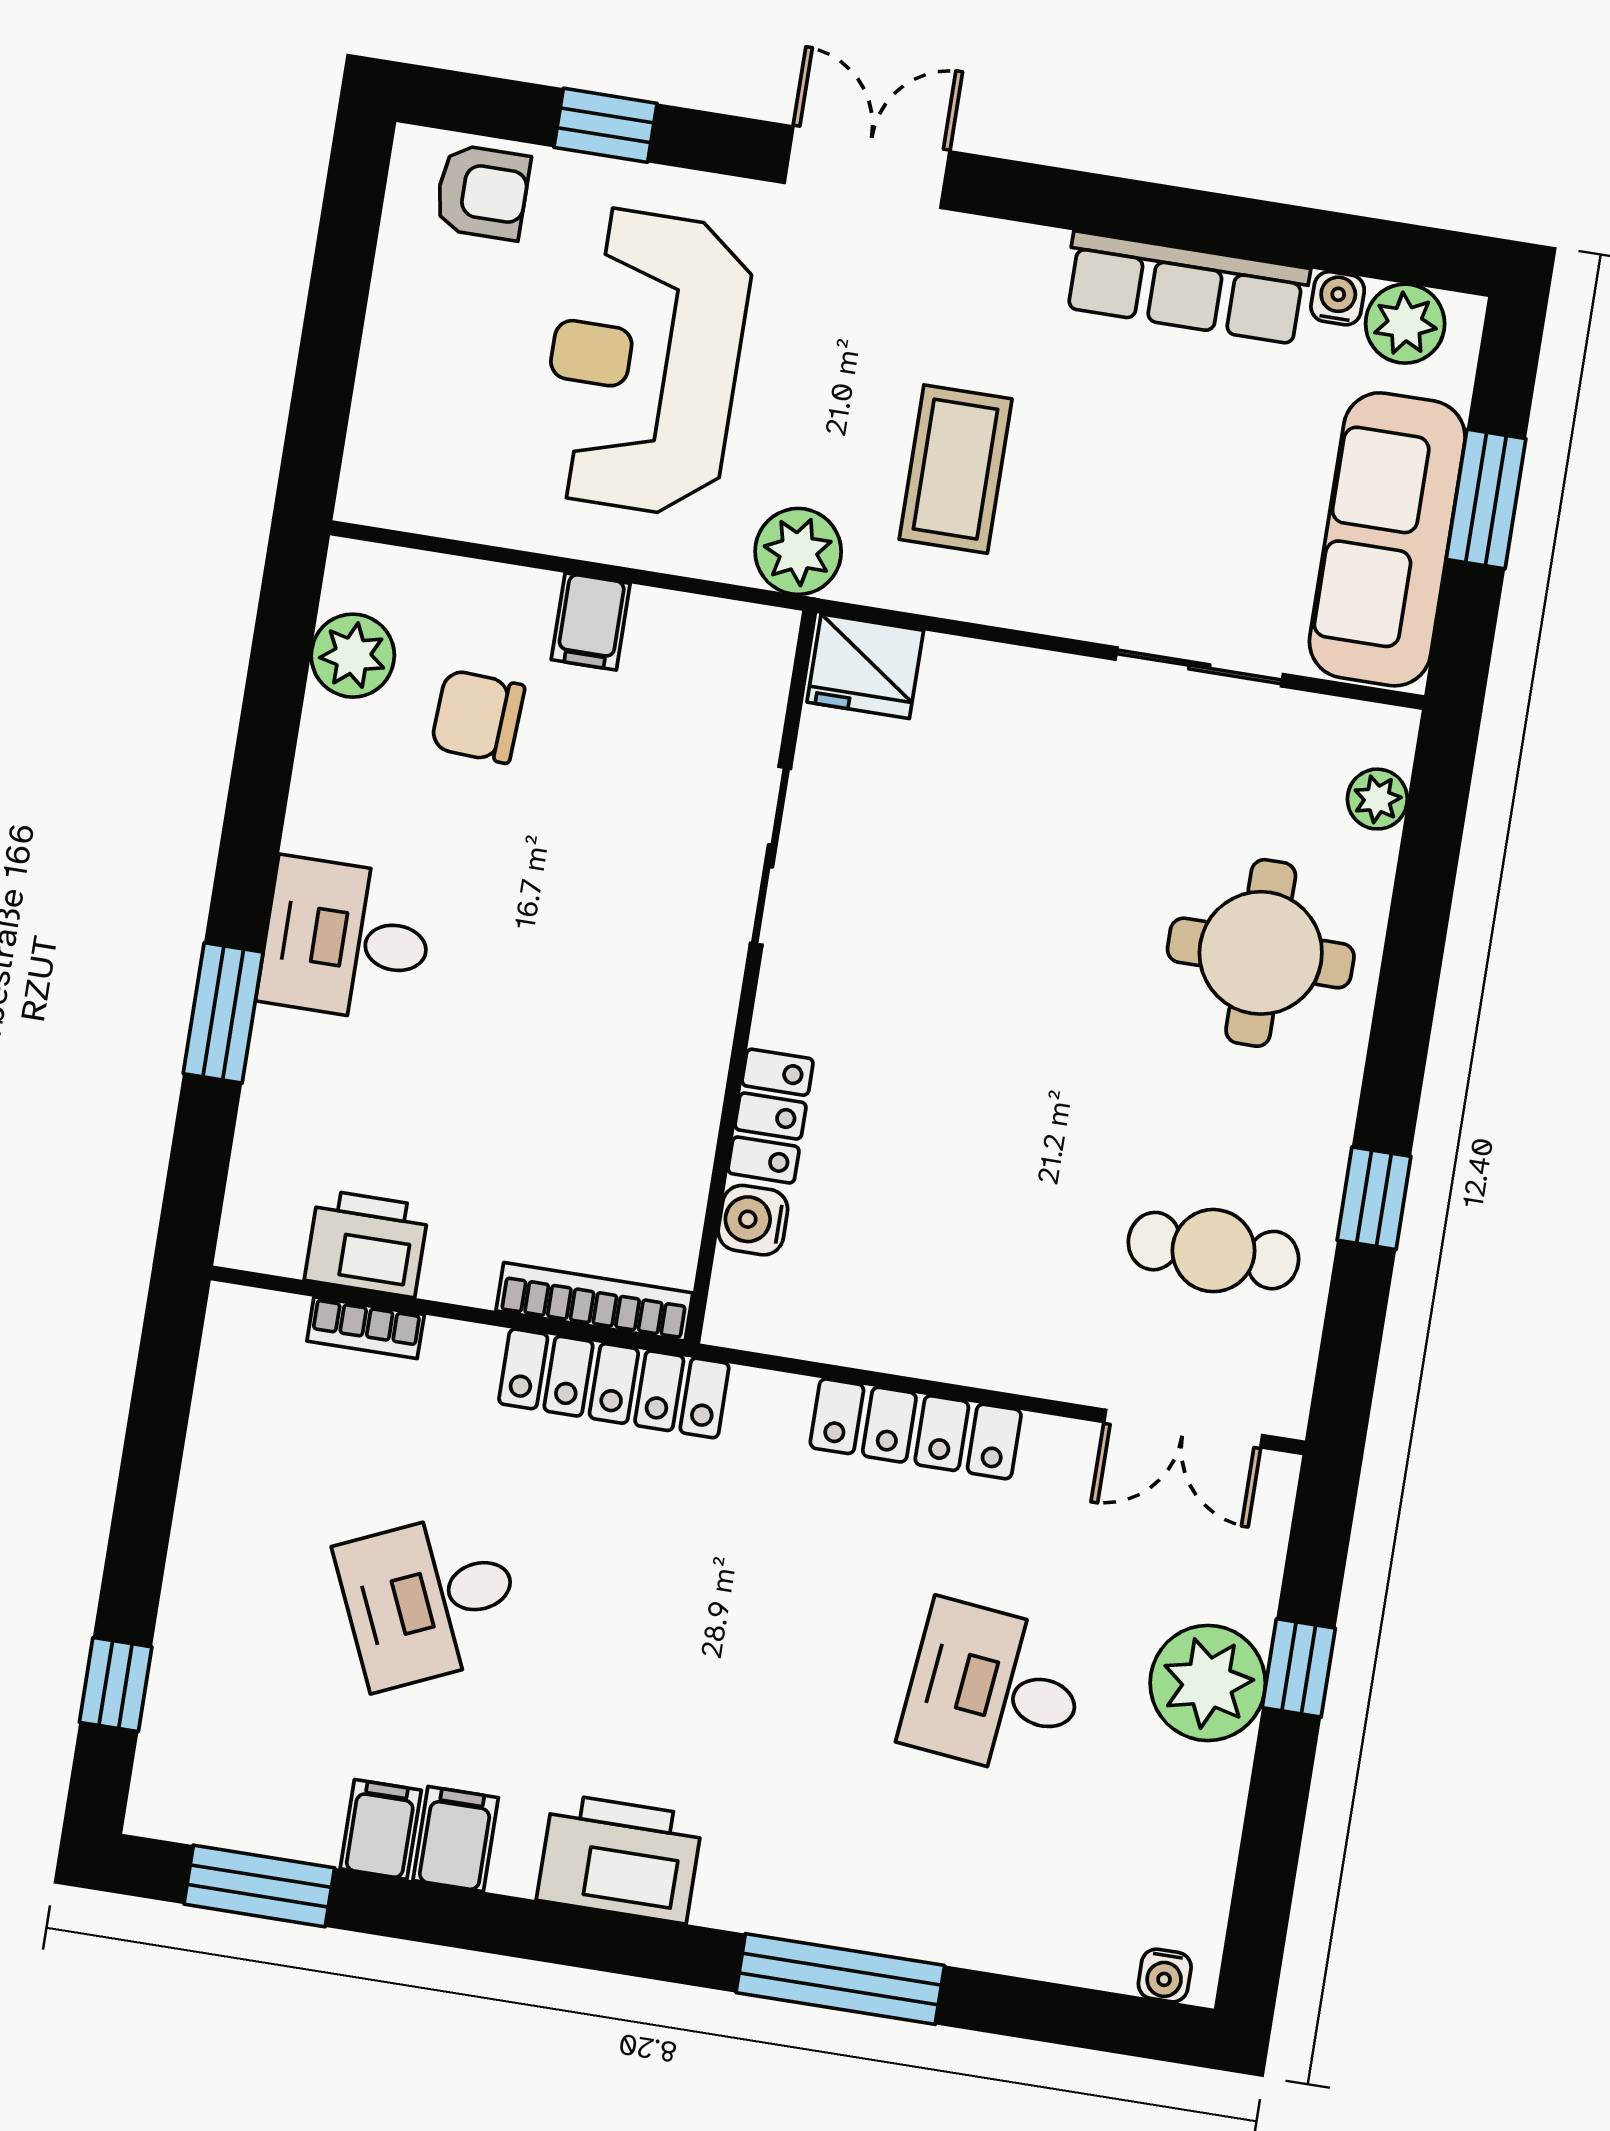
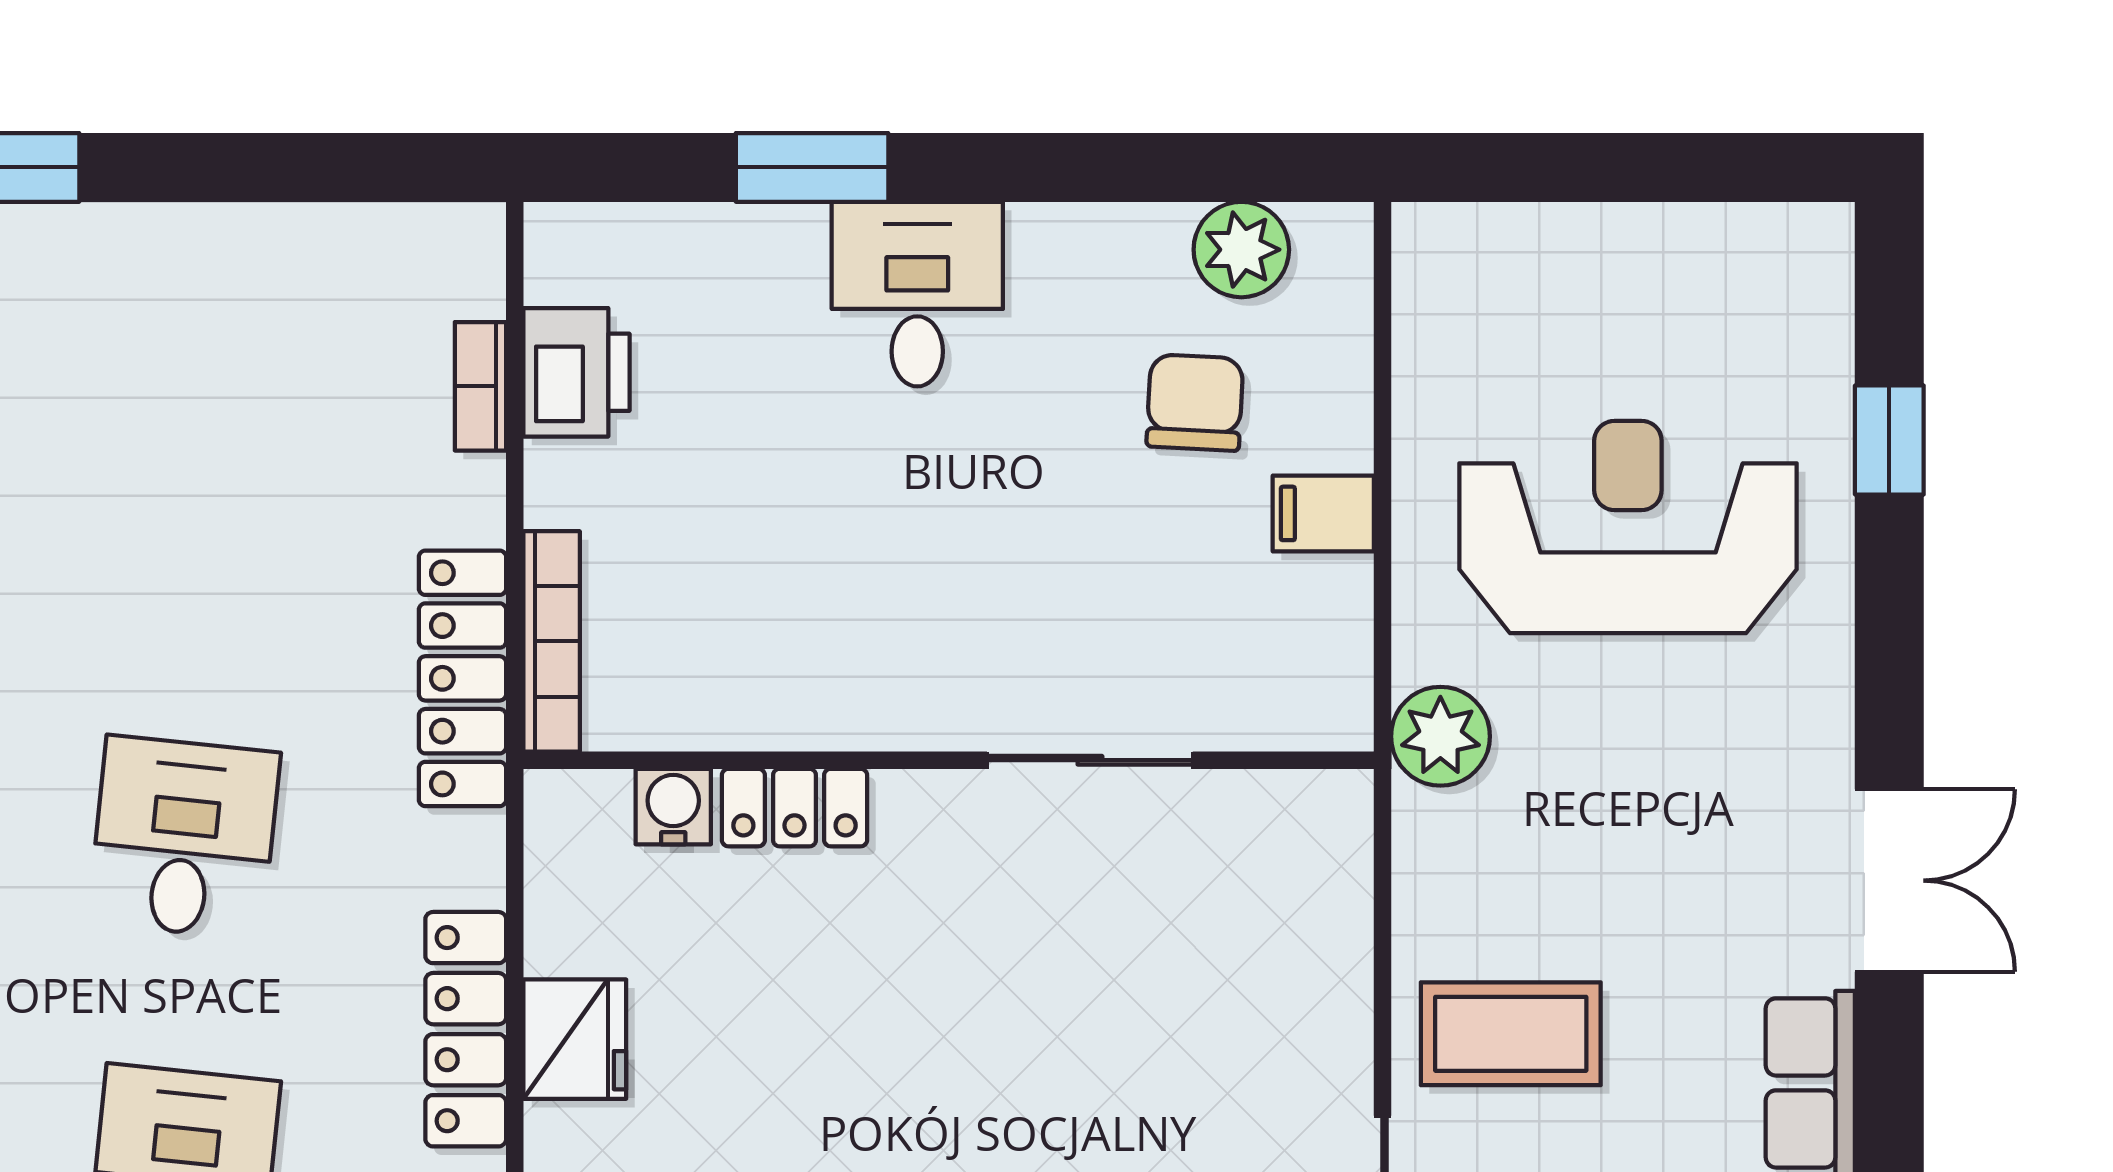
double door: (867, 167) -> (1889, 881), moved
armchair: (482, 192) -> (1791, 312), removed
coffee table: (956, 469) -> (1511, 1034), moved
fridge: (865, 666) -> (575, 1039), moved, turned 180
desk: (430, 1599) -> (184, 838), moved, turned 30

